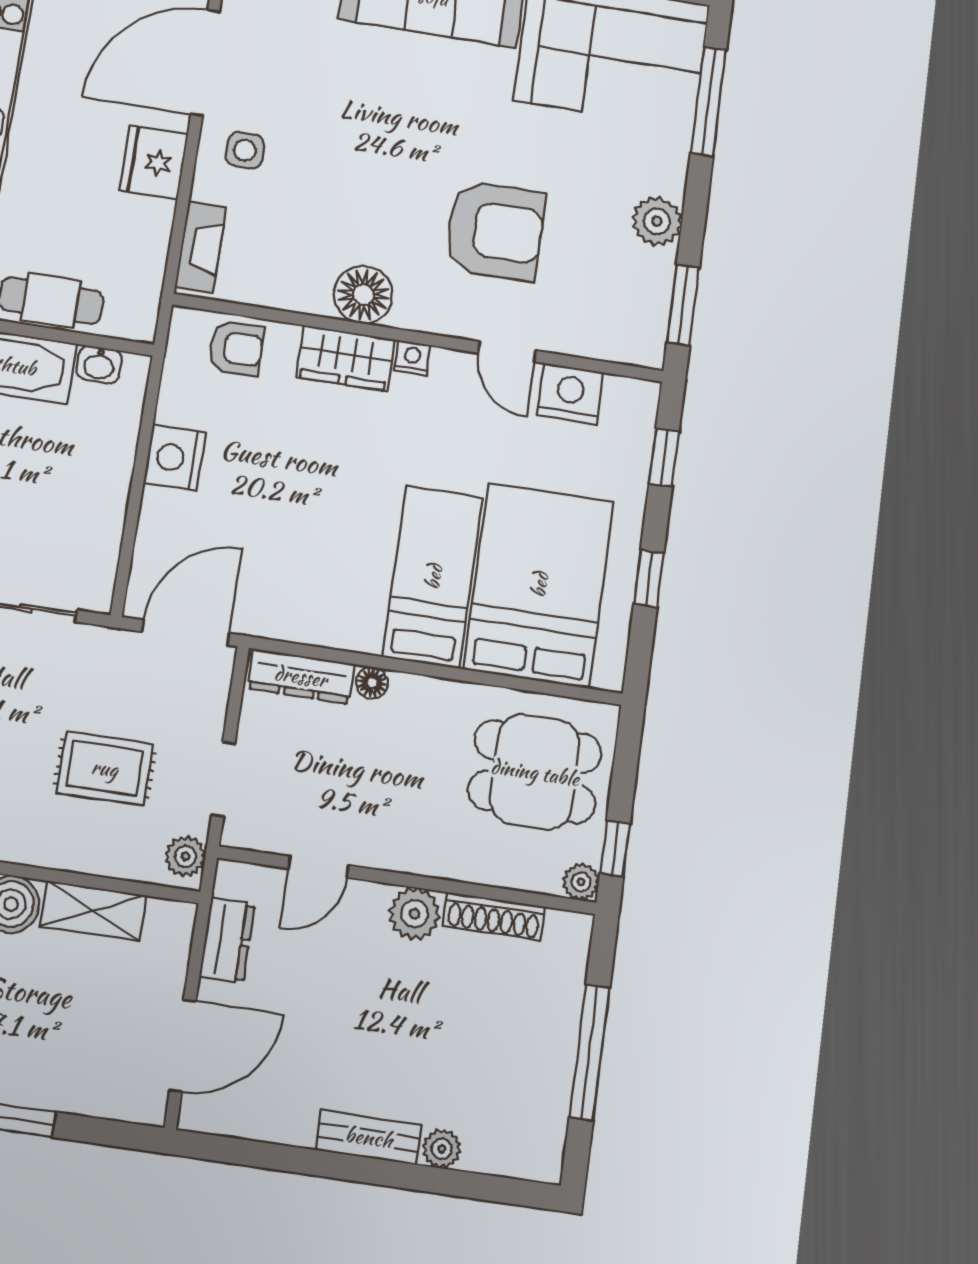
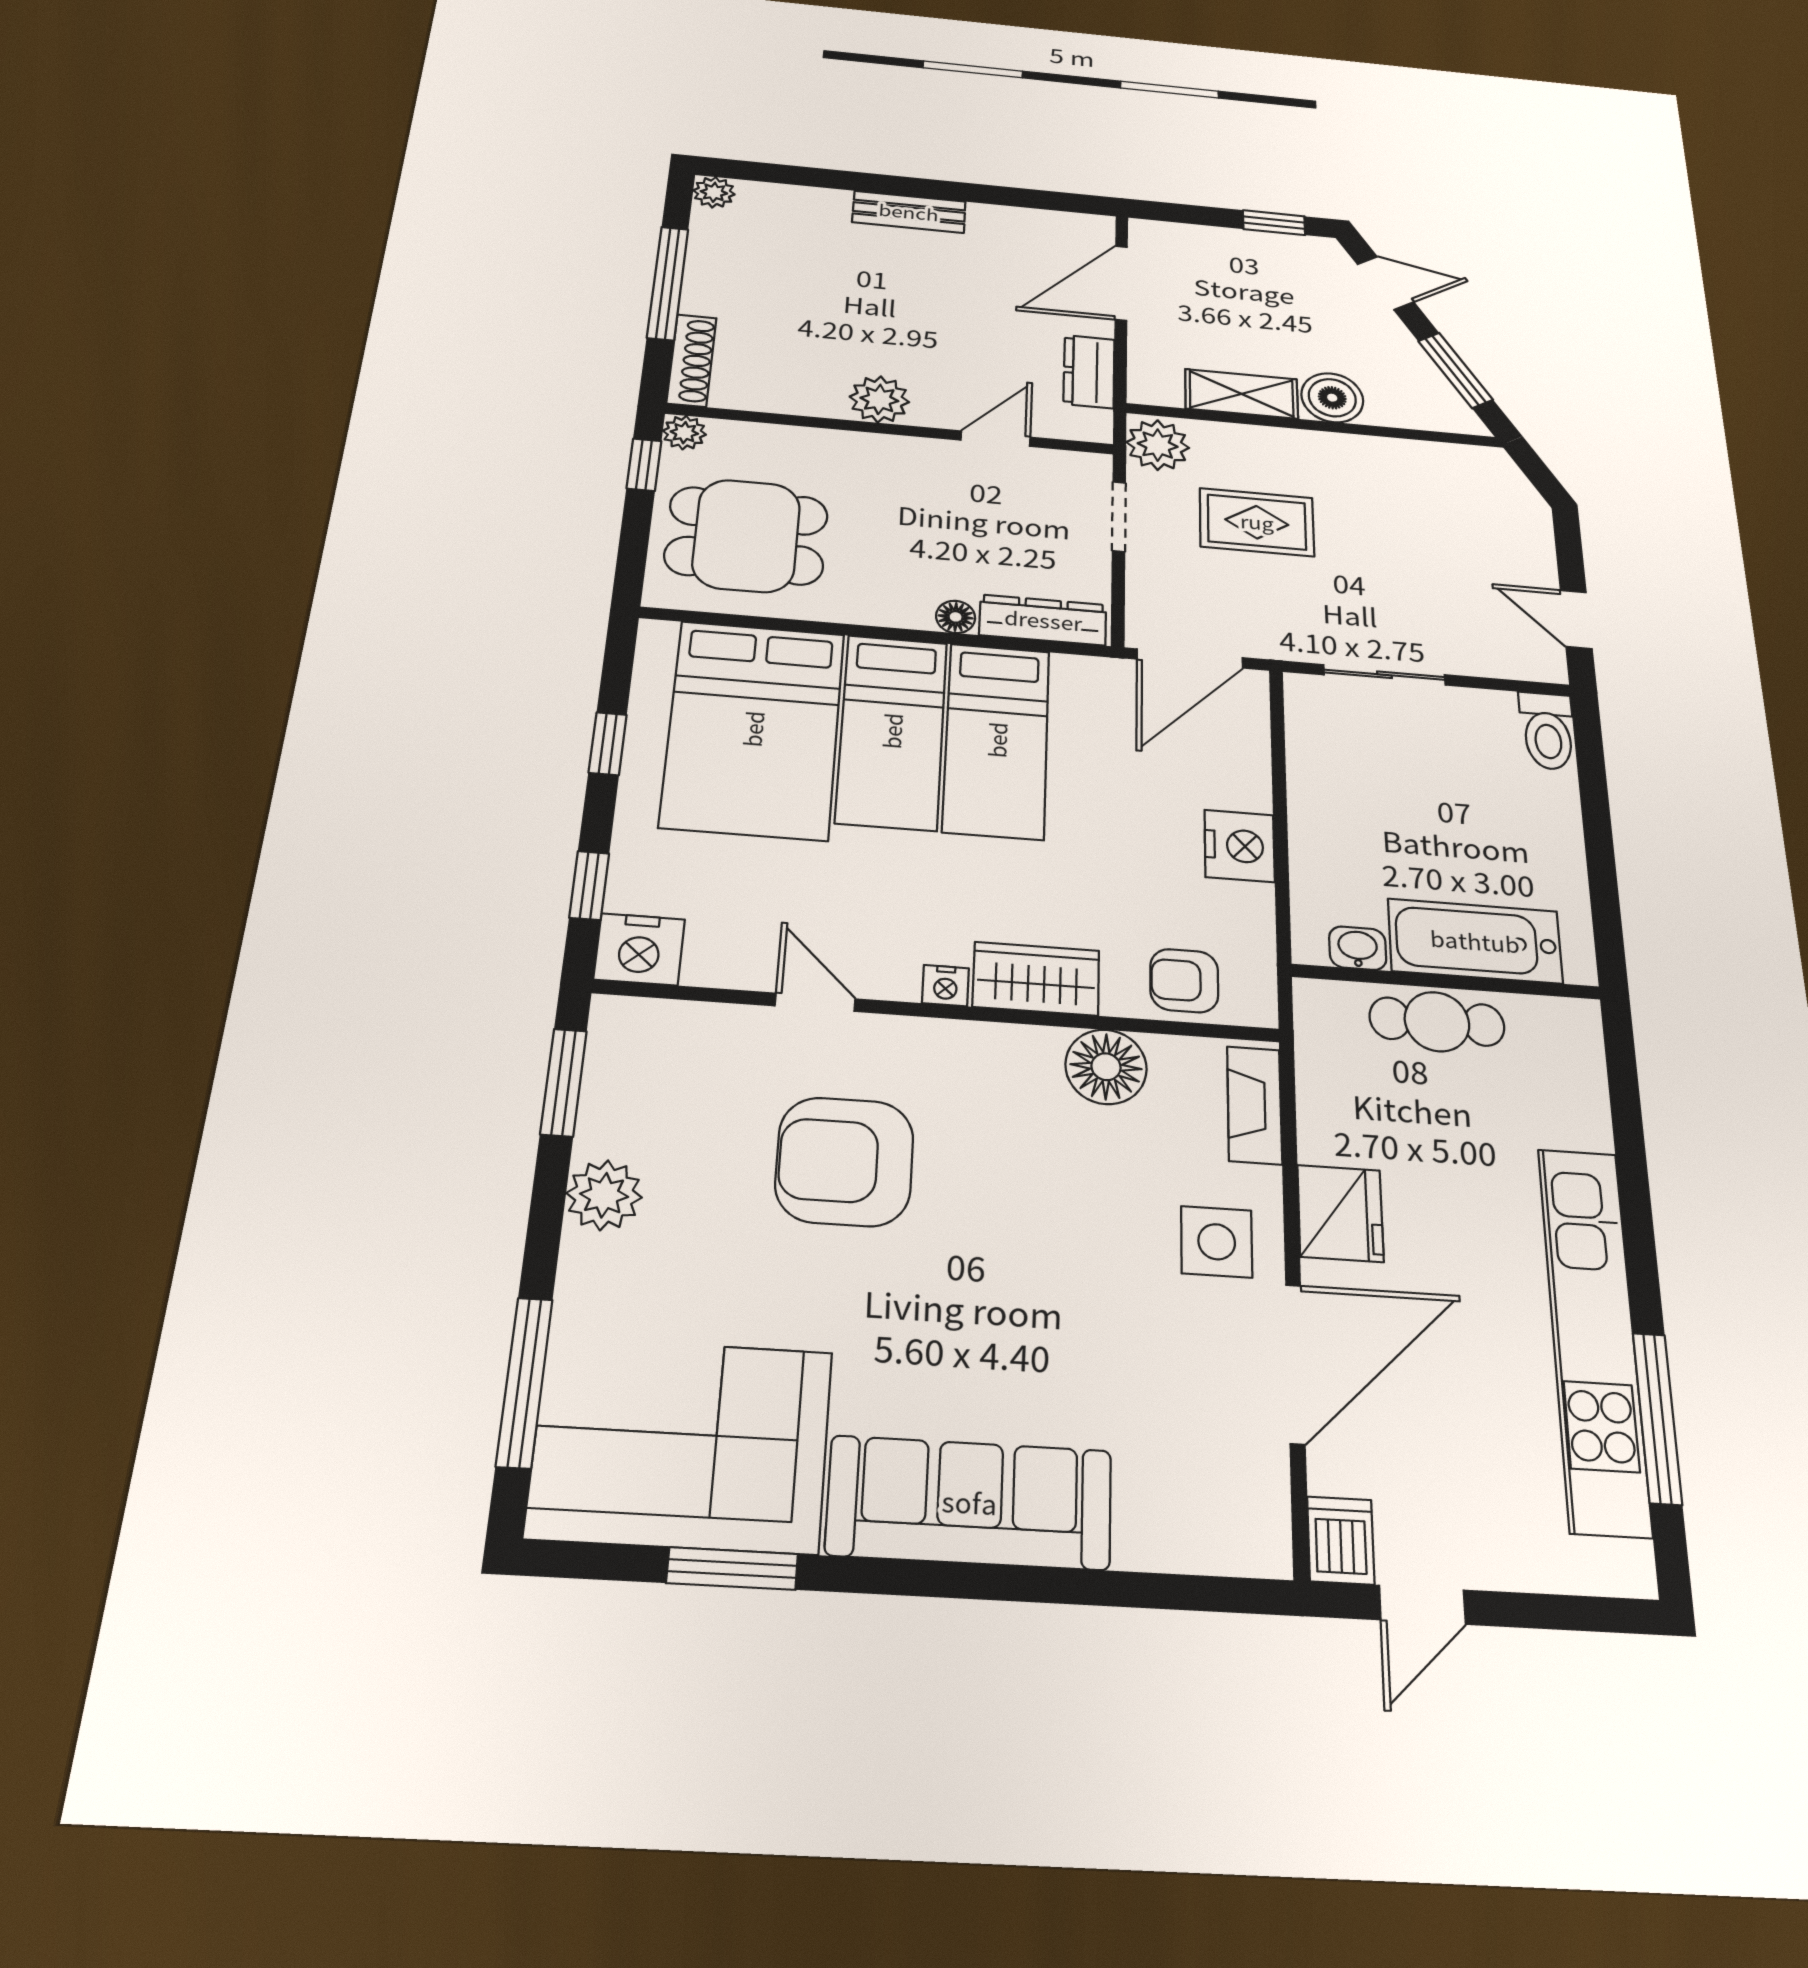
side table: (245, 150) -> (1217, 1242), width x1.37, depth x1.37
floor lamp: (363, 295) -> (1106, 1067), moved
nightstand: (570, 394) -> (639, 949), moved
bed: (352, 564) -> (997, 740), added
plant: (185, 856) -> (1158, 445), width x1.38, depth x1.38
shoe rack: (494, 916) -> (692, 360), moved, turned 90
plant: (442, 1149) -> (714, 192), moved

